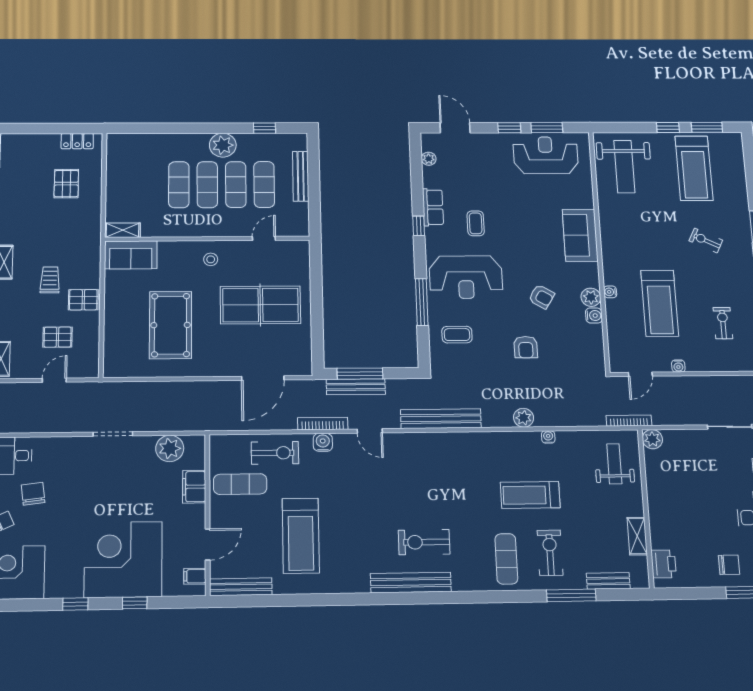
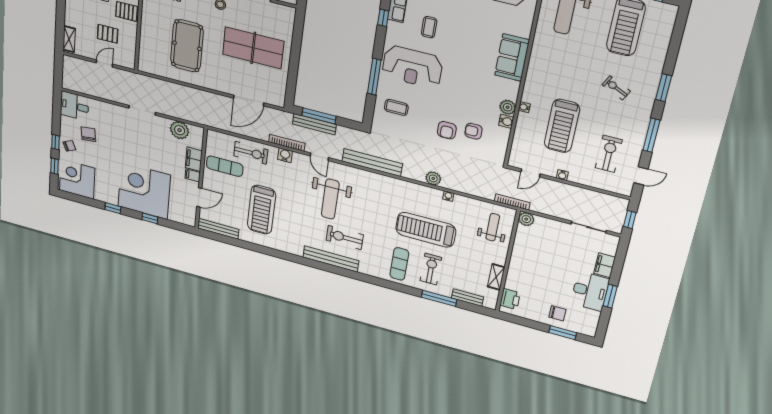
armchair: (541, 297) -> (473, 131), moved, turned 149
exercise bike: (723, 323) -> (609, 154), width x1.38, depth x1.39
weight bench: (394, 489) -> (330, 199), added
treadmill: (530, 495) -> (426, 230), width x1.37, depth x1.38
filing cabinet: (195, 576) -> (193, 175), moved

